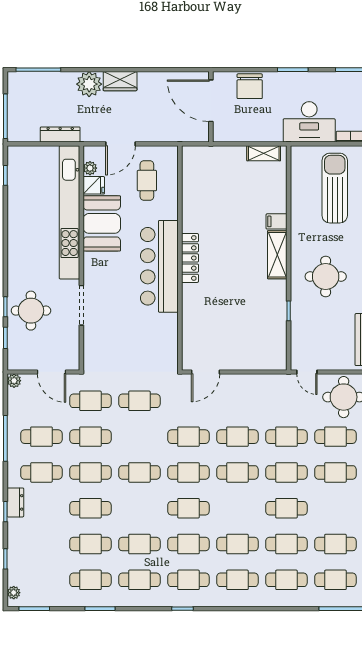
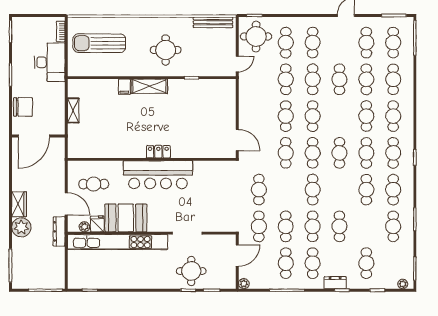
dresser: (60, 135) -> (59, 231), moved
shelving: (264, 153) -> (73, 110), moved
locker: (190, 258) -> (158, 152), width x0.66
cafe table: (90, 544) -> (366, 263), moved

